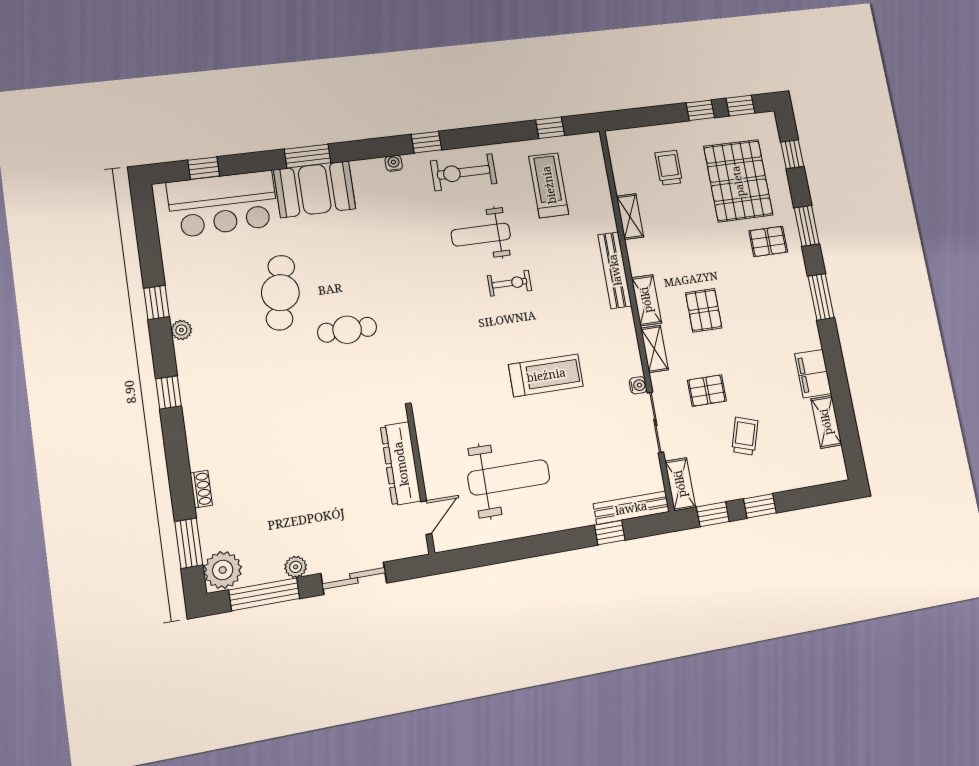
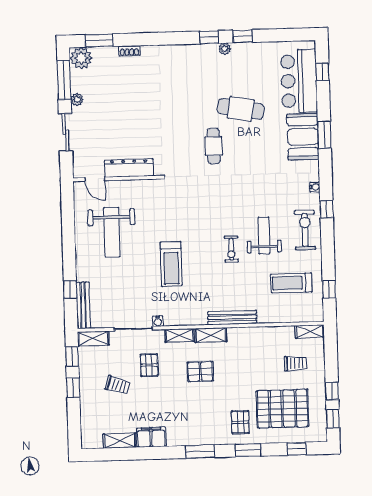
treadmill: (549, 185) -> (291, 283), turned 180
shelving: (630, 217) -> (310, 331), moved
window: (169, 392) -> (209, 37), moved

